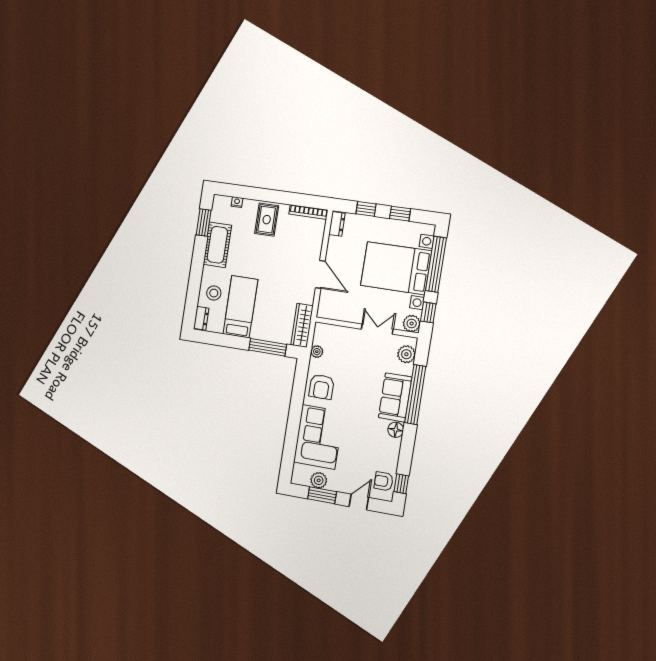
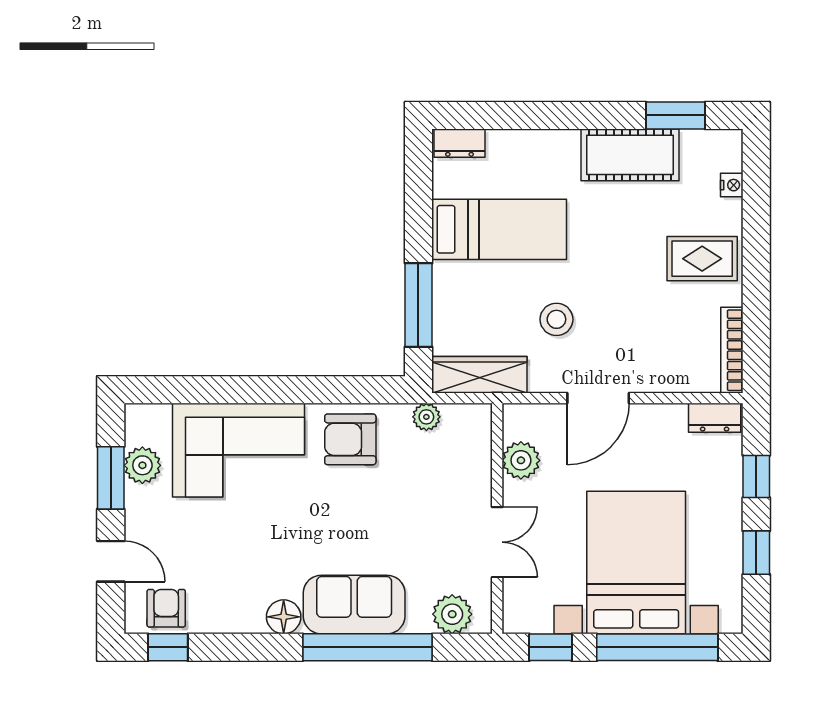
stool: (214, 293) -> (556, 319), moved
plant: (412, 323) -> (521, 460), moved

